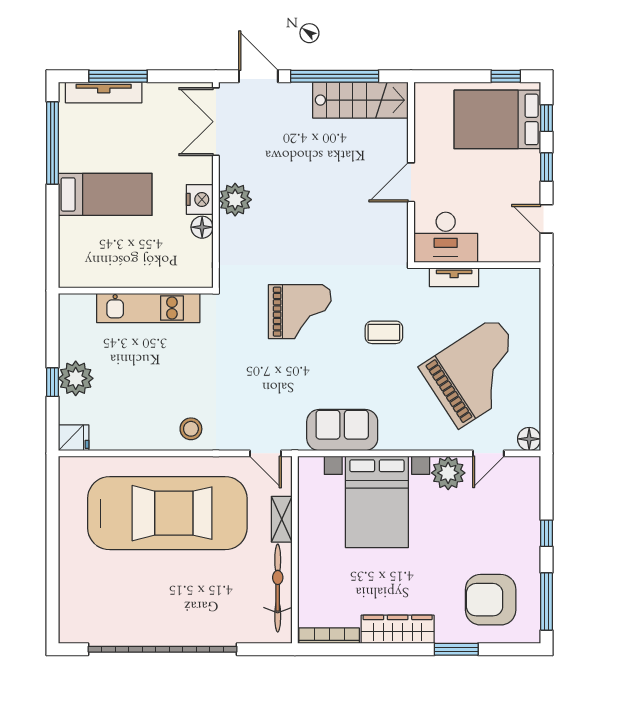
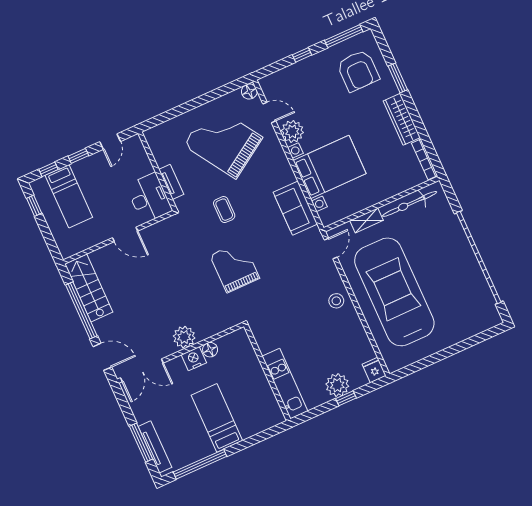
door: (258, 76) -> (102, 357), swing flipped
bed: (497, 119) -> (69, 196), width x0.67
kitchen unit: (148, 308) -> (285, 384), moved

